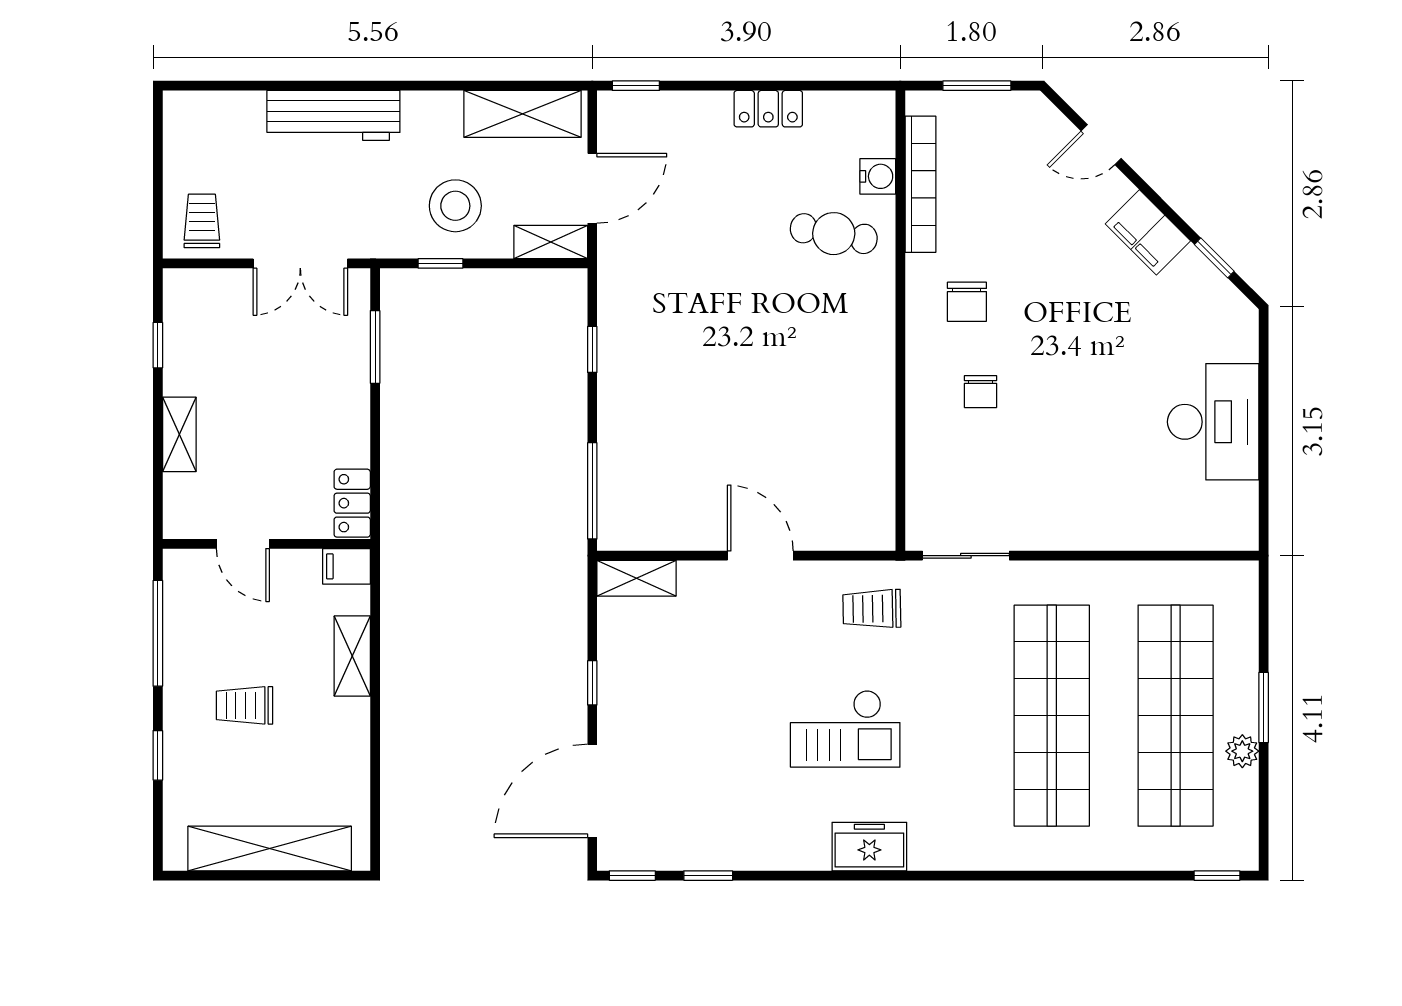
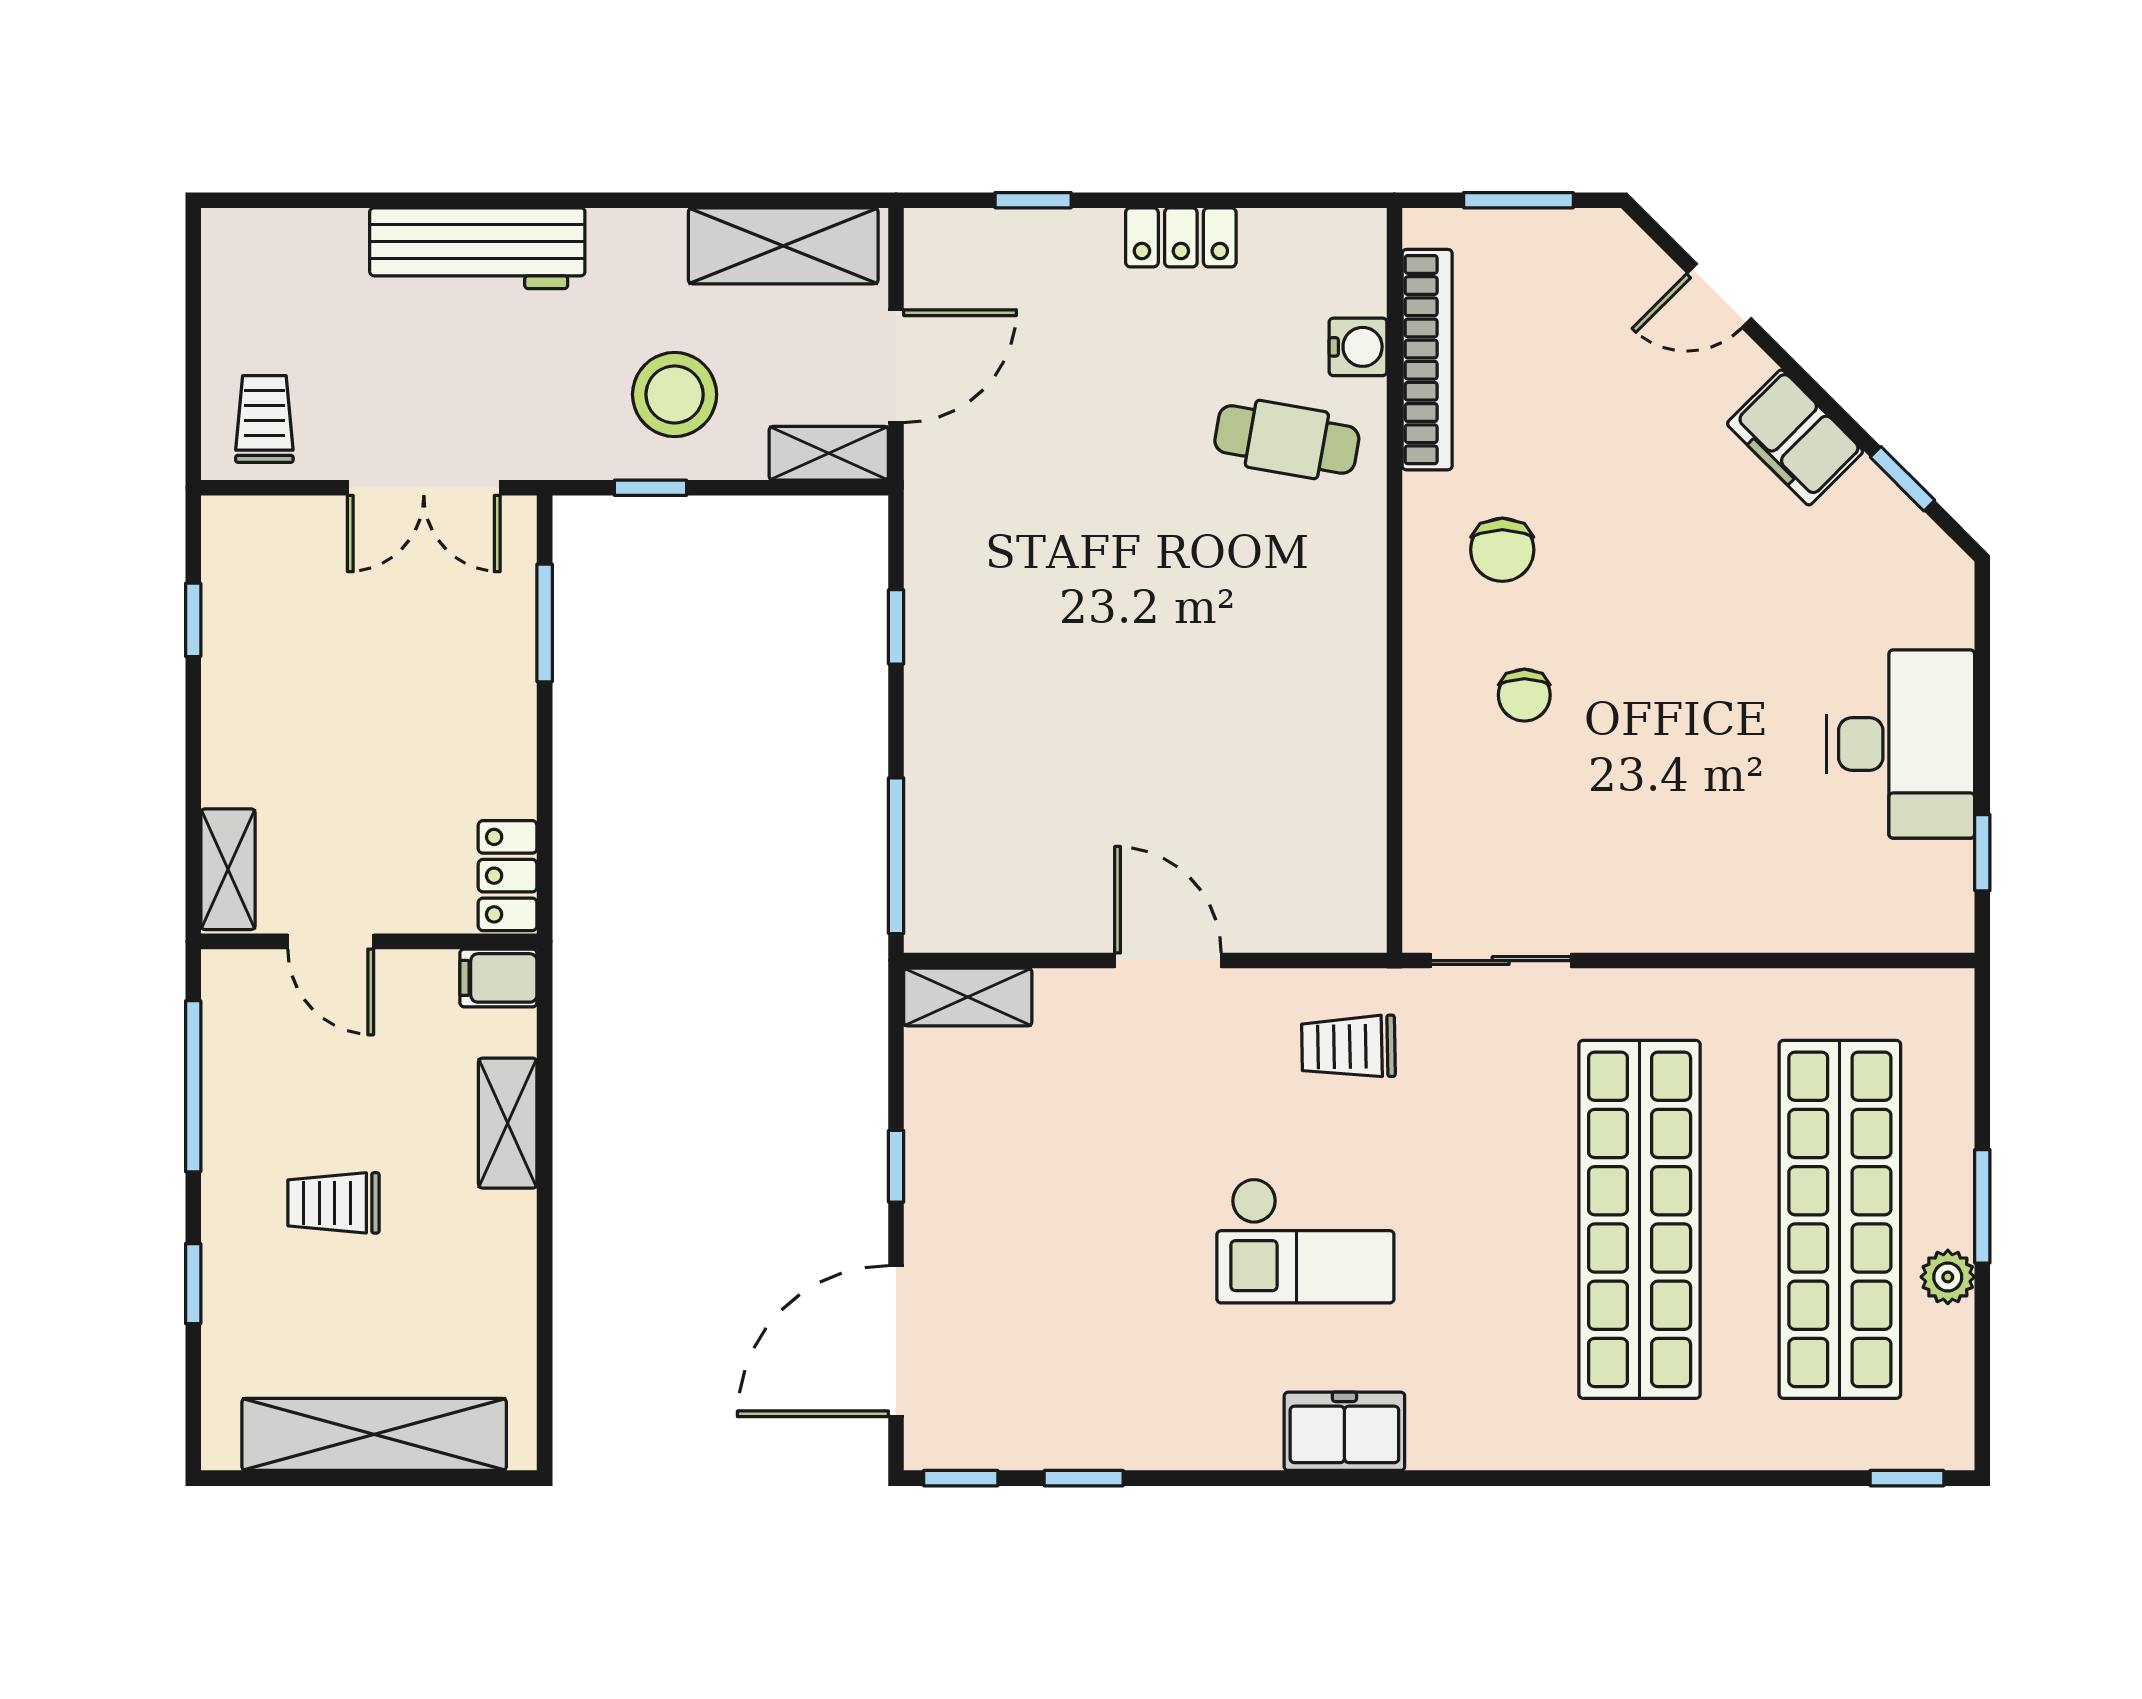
window: (636, 86) -> (1033, 200), moved
shelving: (179, 434) -> (228, 869), moved
window: (1264, 489) -> (1982, 853), added

